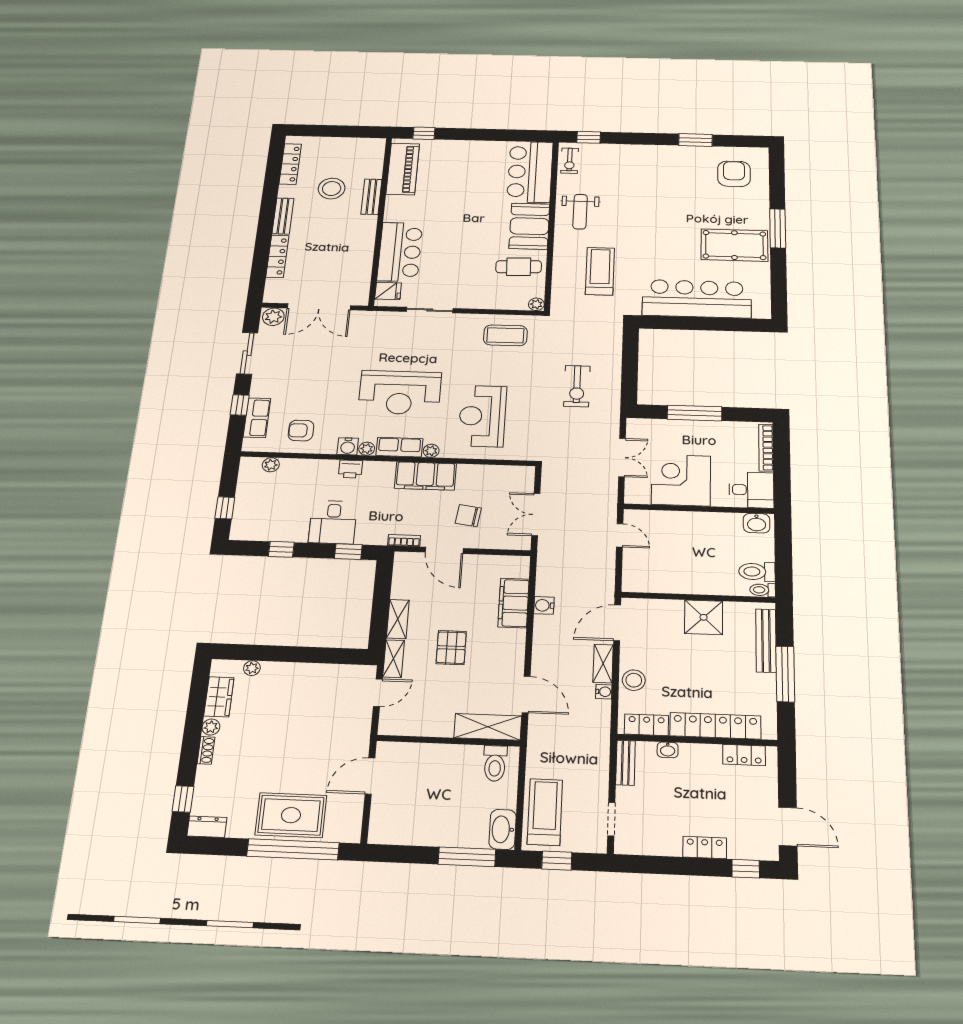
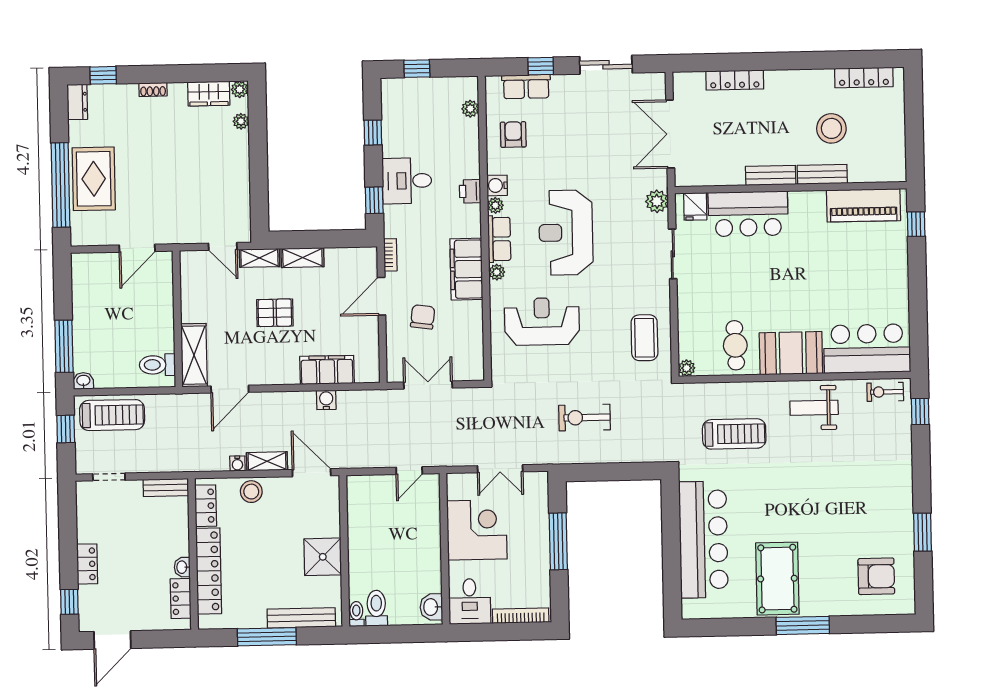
bench: (283, 216) -> (771, 175), moved
plant: (273, 317) -> (657, 201), moved
plant: (211, 727) -> (240, 89), moved
washbasin: (668, 750) -> (182, 567), moved
door: (370, 776) -> (137, 248), swing flipped
washbasin: (503, 829) -> (83, 381), width x0.52, depth x0.69

